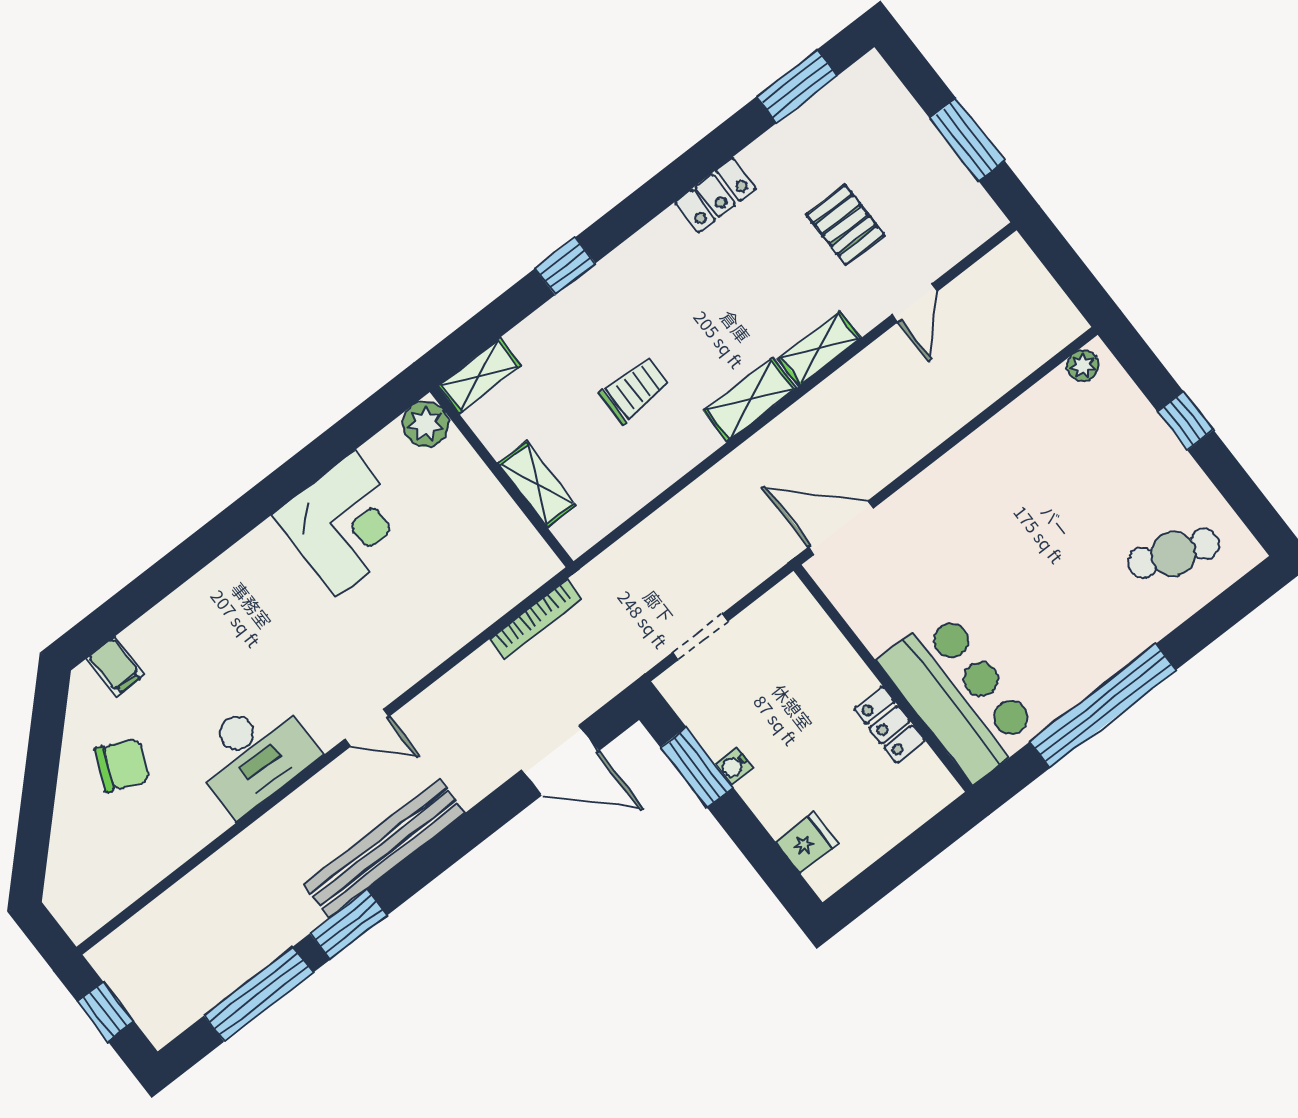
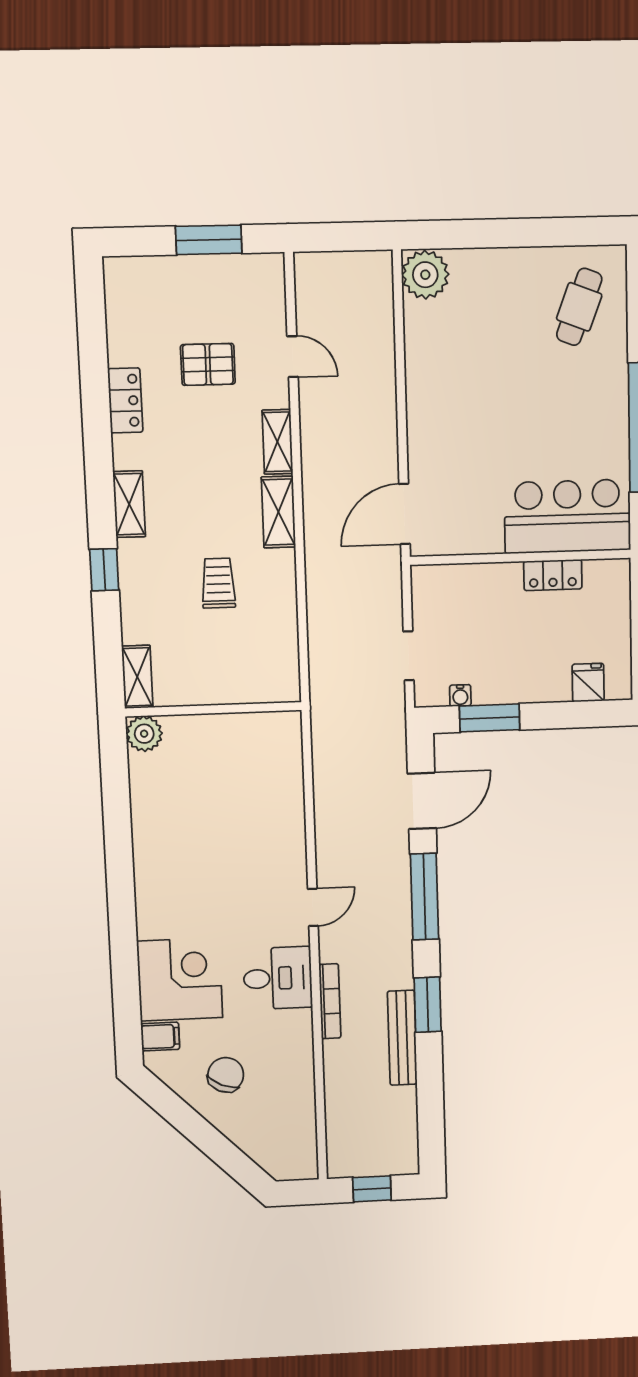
window: (797, 86) -> (92, 328), removed
locker: (716, 195) -> (125, 400), moved
plant: (1083, 366) -> (425, 275), width x1.88, depth x1.88
window: (1185, 421) -> (499, 233), removed
shelving: (537, 484) -> (129, 504), moved, turned 90
corner desk: (346, 524) -> (180, 979), moved
bookcase: (536, 619) -> (330, 1001), moved
desk: (253, 754) -> (278, 978), width x0.73
water cooler: (734, 766) -> (460, 695), moved
bench: (384, 849) -> (402, 1038), moved, width x0.73, depth x0.82
window: (259, 994) -> (425, 897), moved

